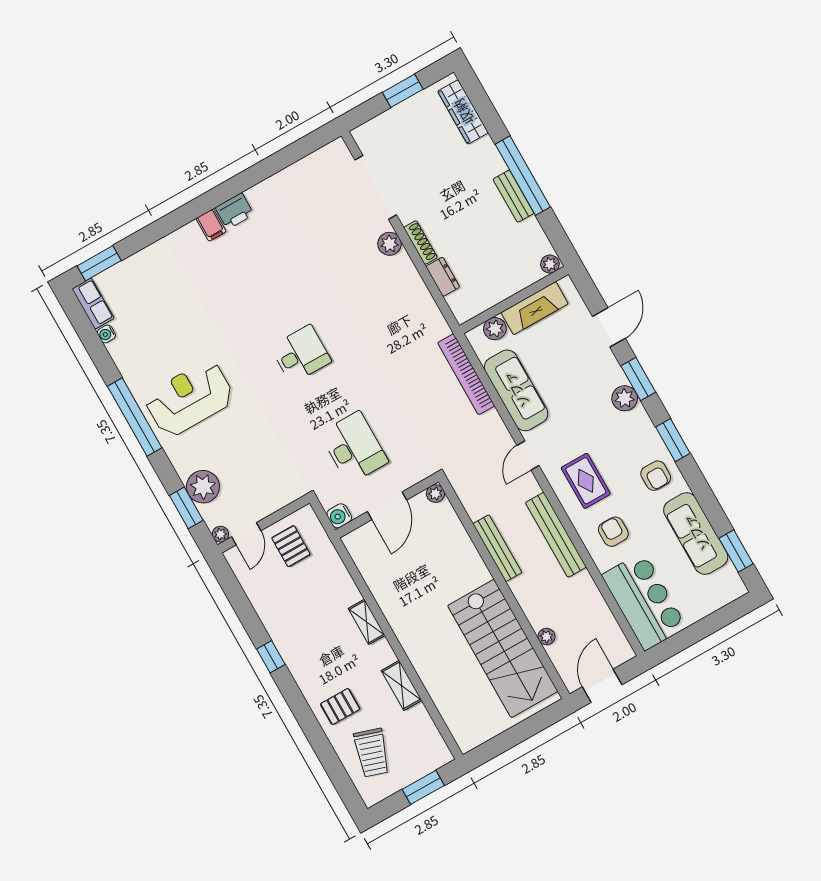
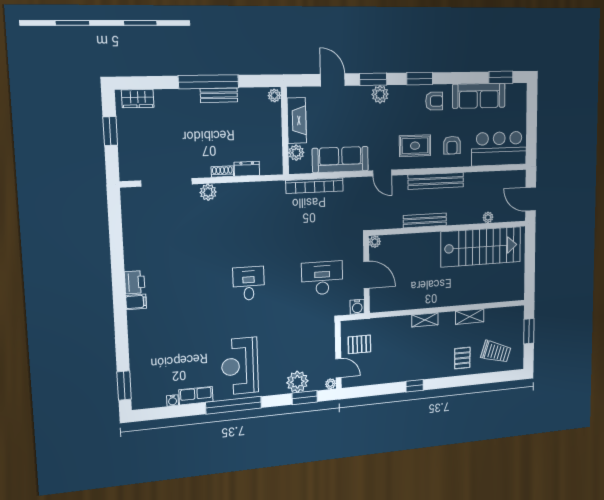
wardrobe: (463, 112) -> (138, 99), width x0.67
shoe rack: (420, 243) -> (222, 171), width x0.70
row of seats: (93, 304) -> (196, 396), moved
armchair: (613, 532) -> (452, 145), turned -90

